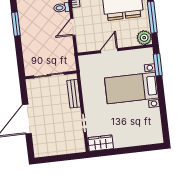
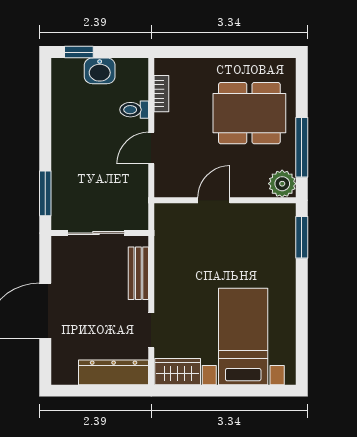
window: (16, 24) -> (45, 193), moved
bed with nightstands: (131, 88) -> (243, 336), moved, turned 90
dresser: (67, 147) -> (114, 372), added

